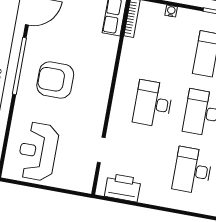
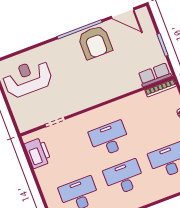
armchair: (55, 80) -> (95, 42), moved, turned 180

